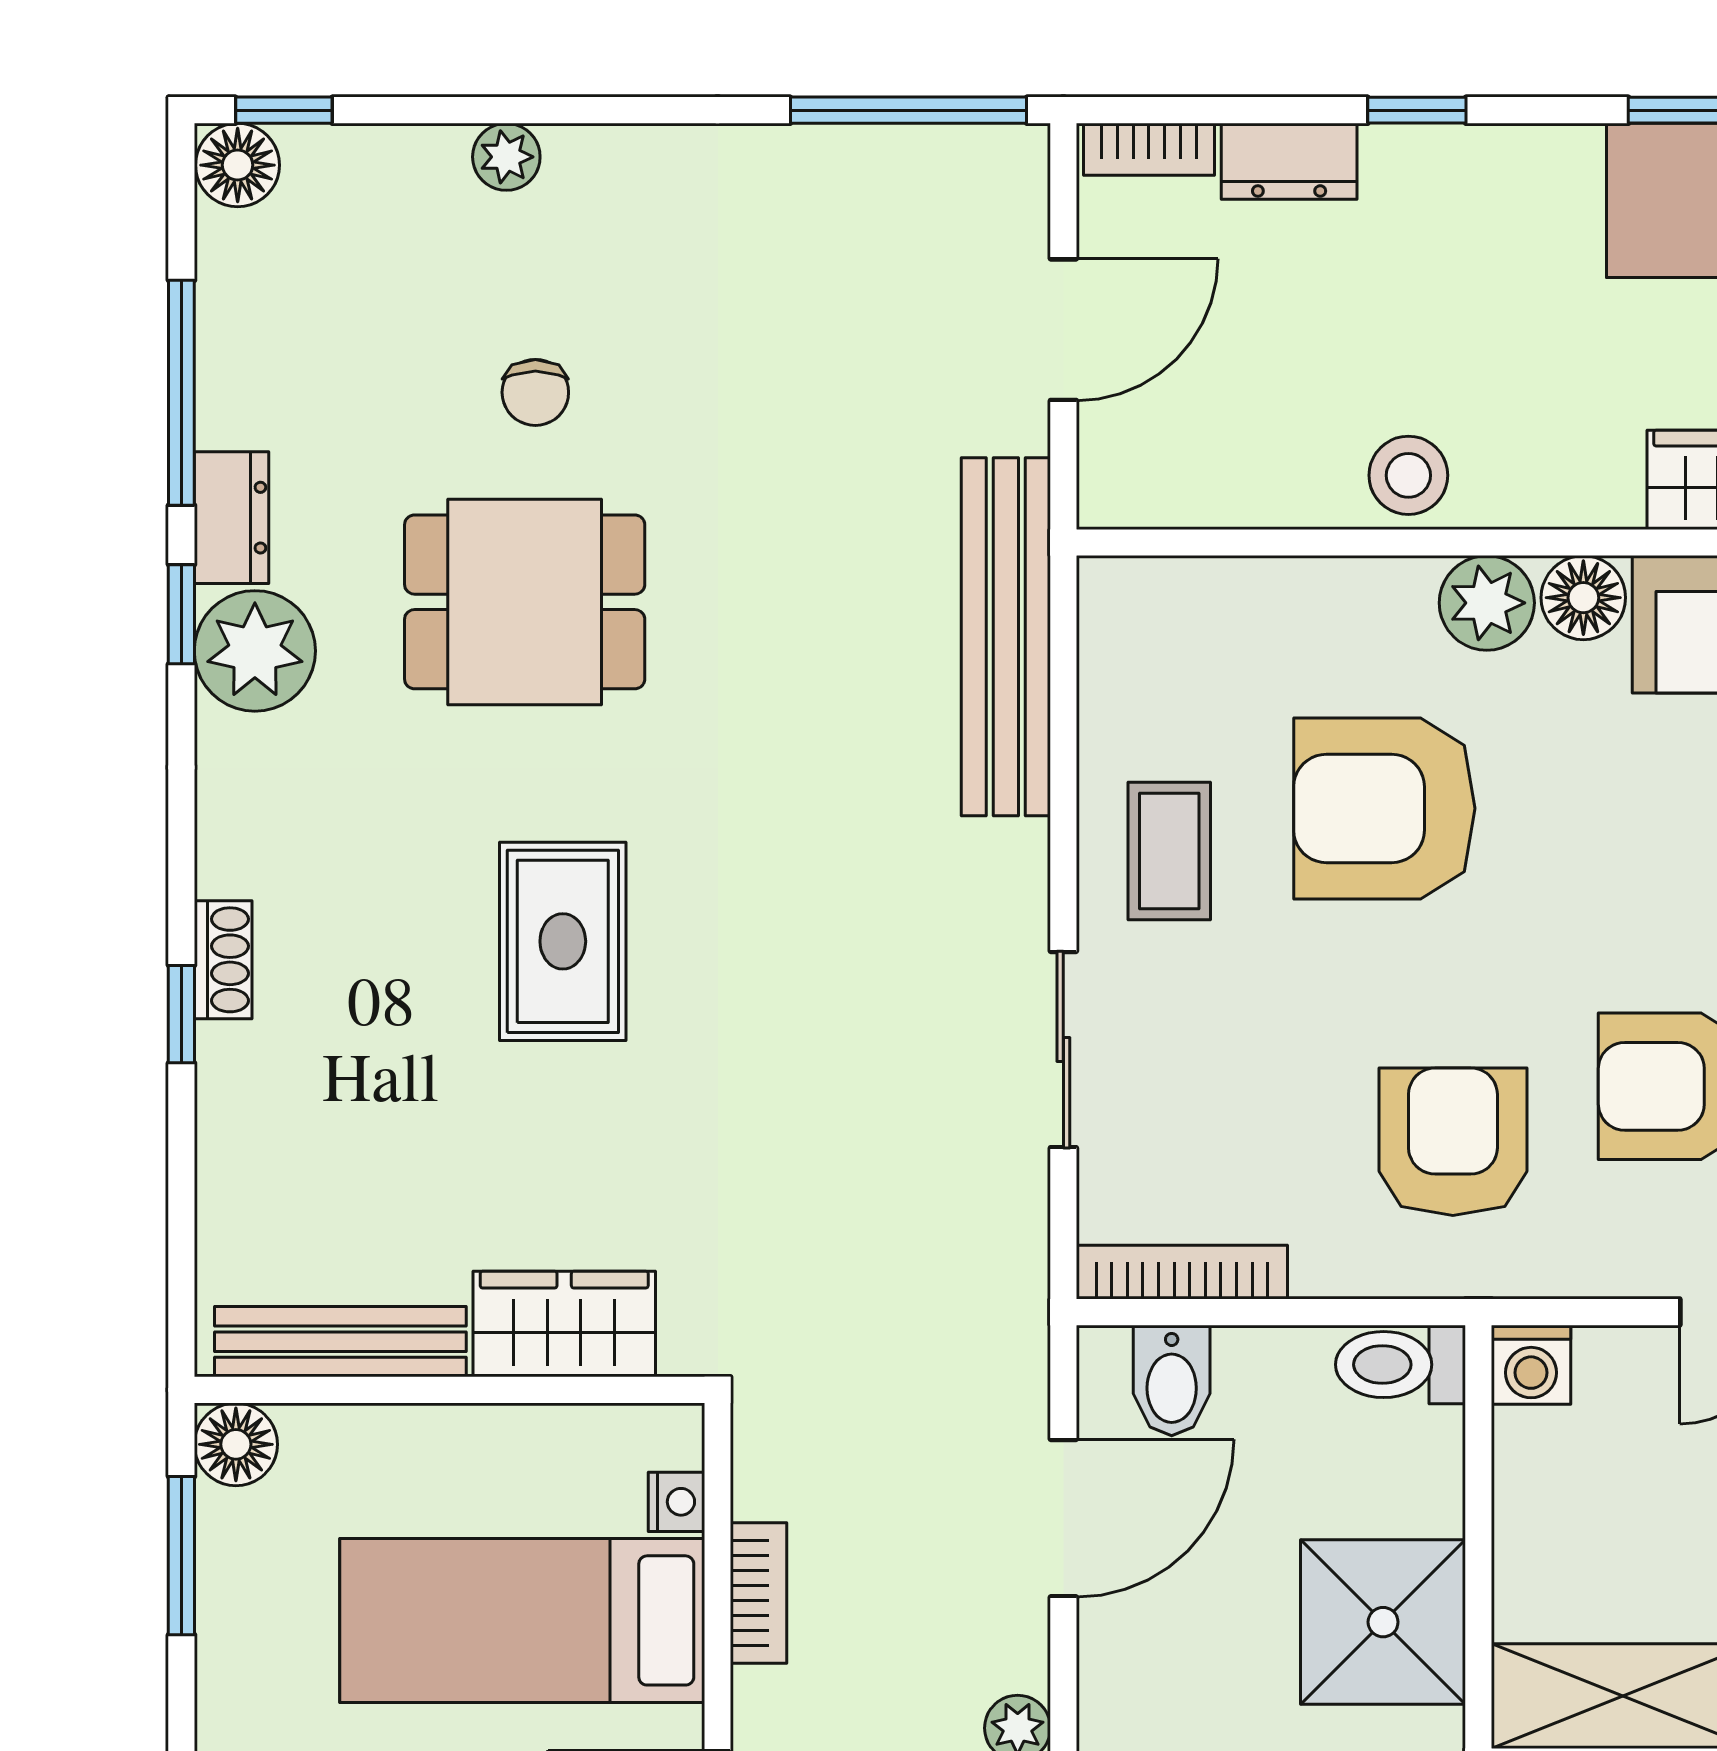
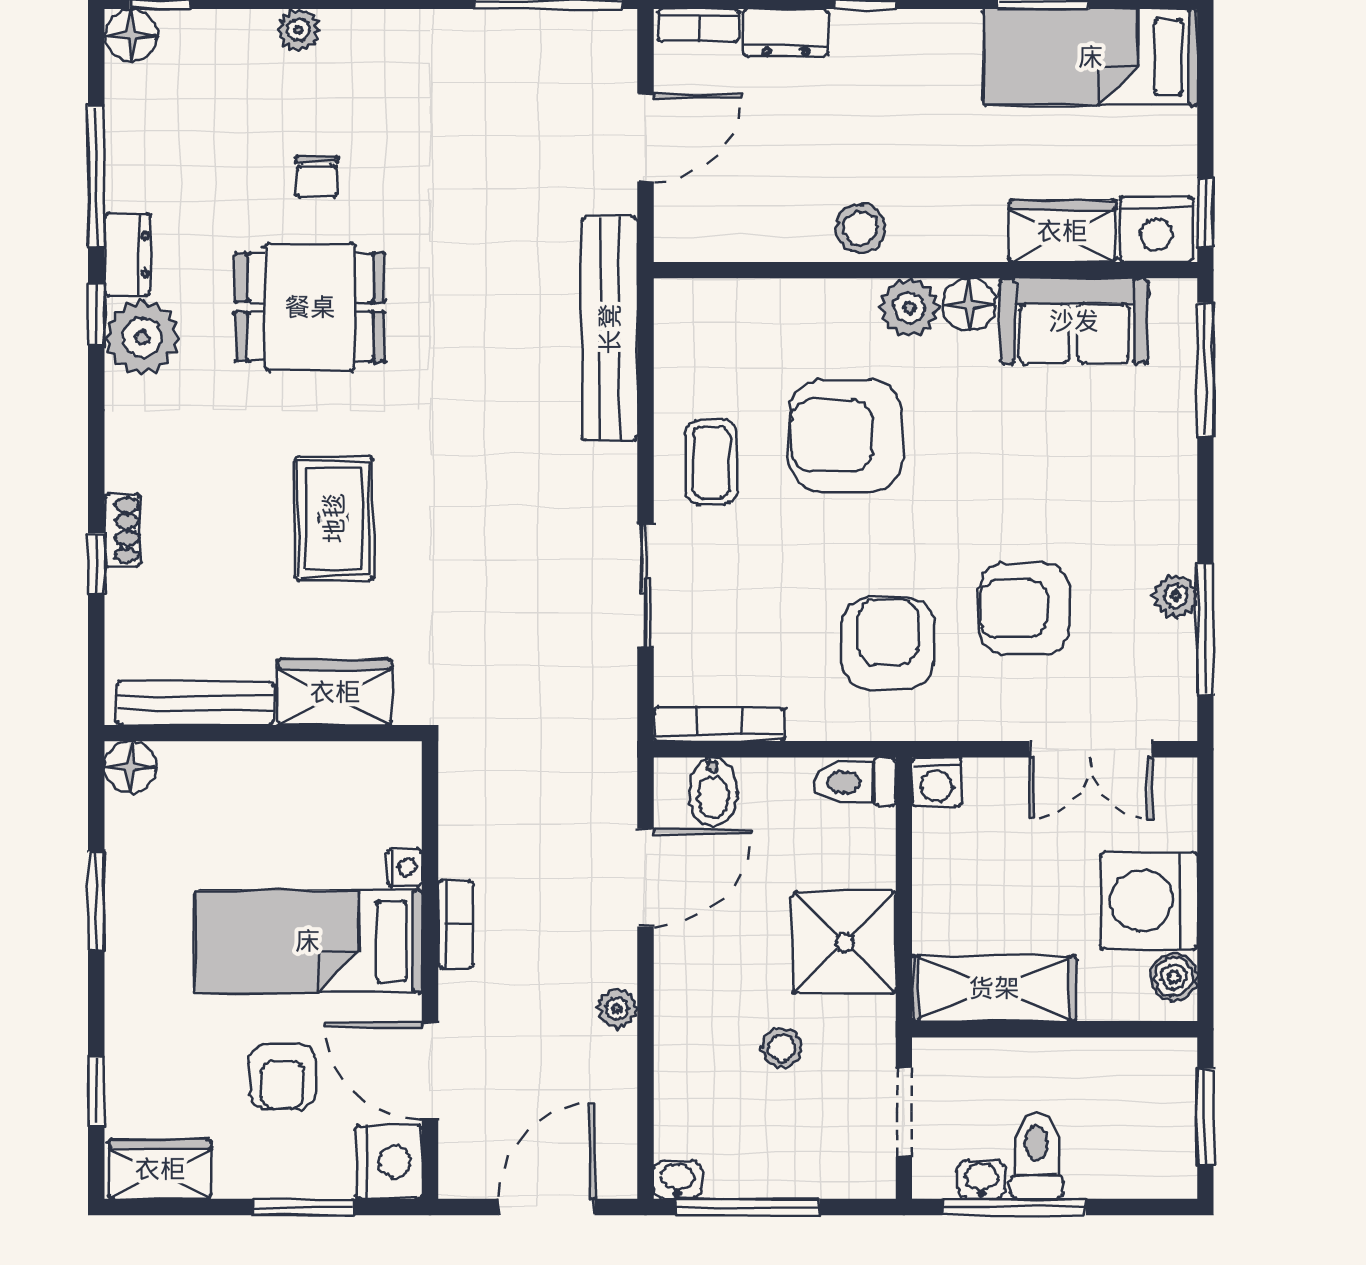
wardrobe: (564, 1324) -> (335, 692), moved
bench: (340, 1342) -> (195, 703), moved
wall: (449, 1390) -> (263, 733), moved
floor lamp: (236, 1444) -> (130, 767), moved

